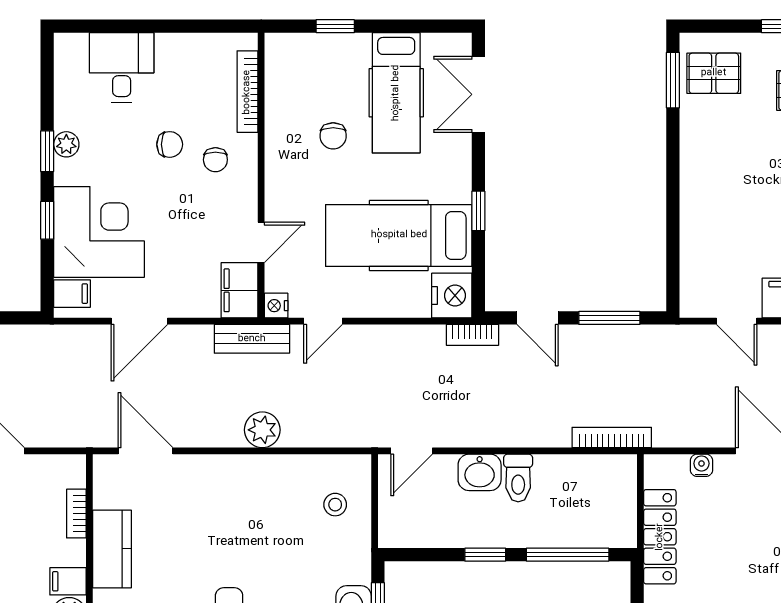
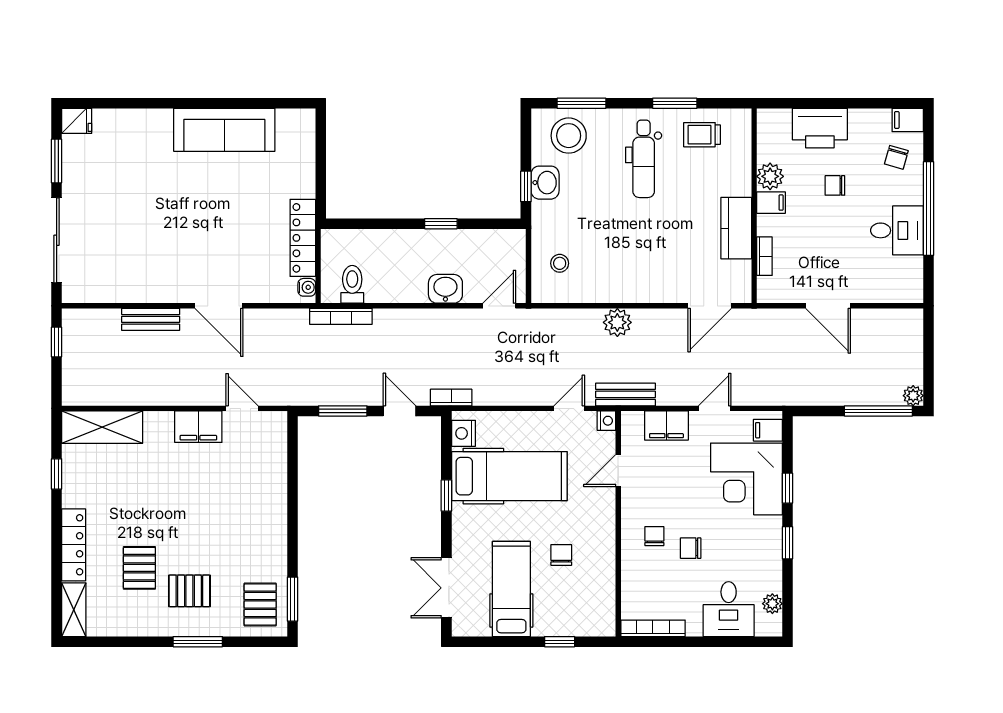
pallet: (714, 73) -> (260, 604), turned 90
bookcase: (247, 92) -> (653, 628), moved, turned -90
double door: (478, 94) -> (446, 588), swing flipped
plant: (66, 144) -> (772, 604), moved
filing cabinet: (239, 290) -> (666, 425), moved, turned 90
nightstand: (452, 296) -> (463, 433), width x0.74, depth x0.75
door: (139, 321) -> (715, 408), width x0.73
door: (145, 451) -> (710, 306), hinge flipped
water cooler: (701, 465) -> (307, 287), moved, turned -90
toilet: (518, 478) -> (352, 284), moved
window: (568, 555) -> (376, 224), removed

